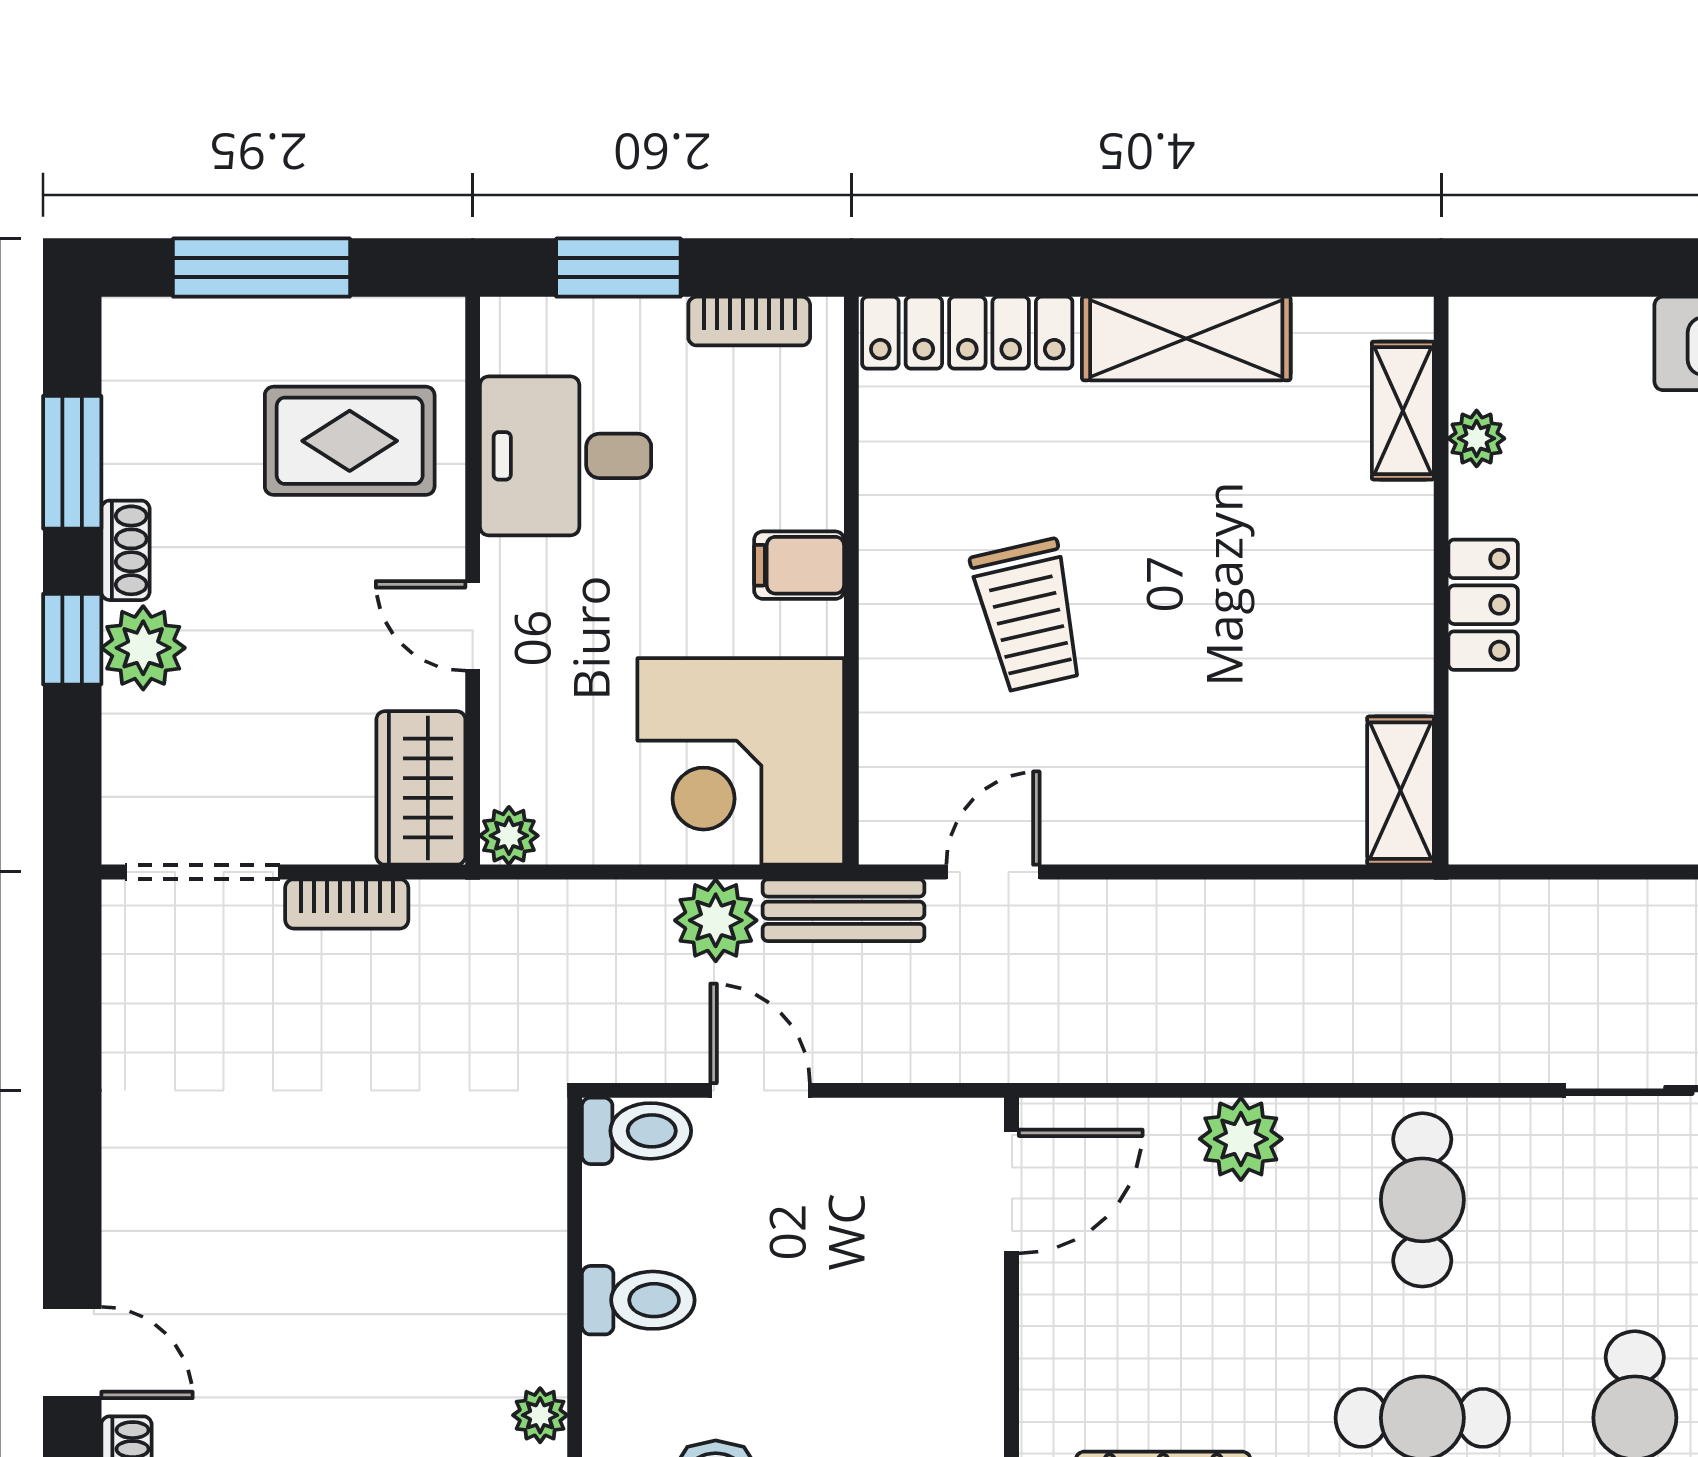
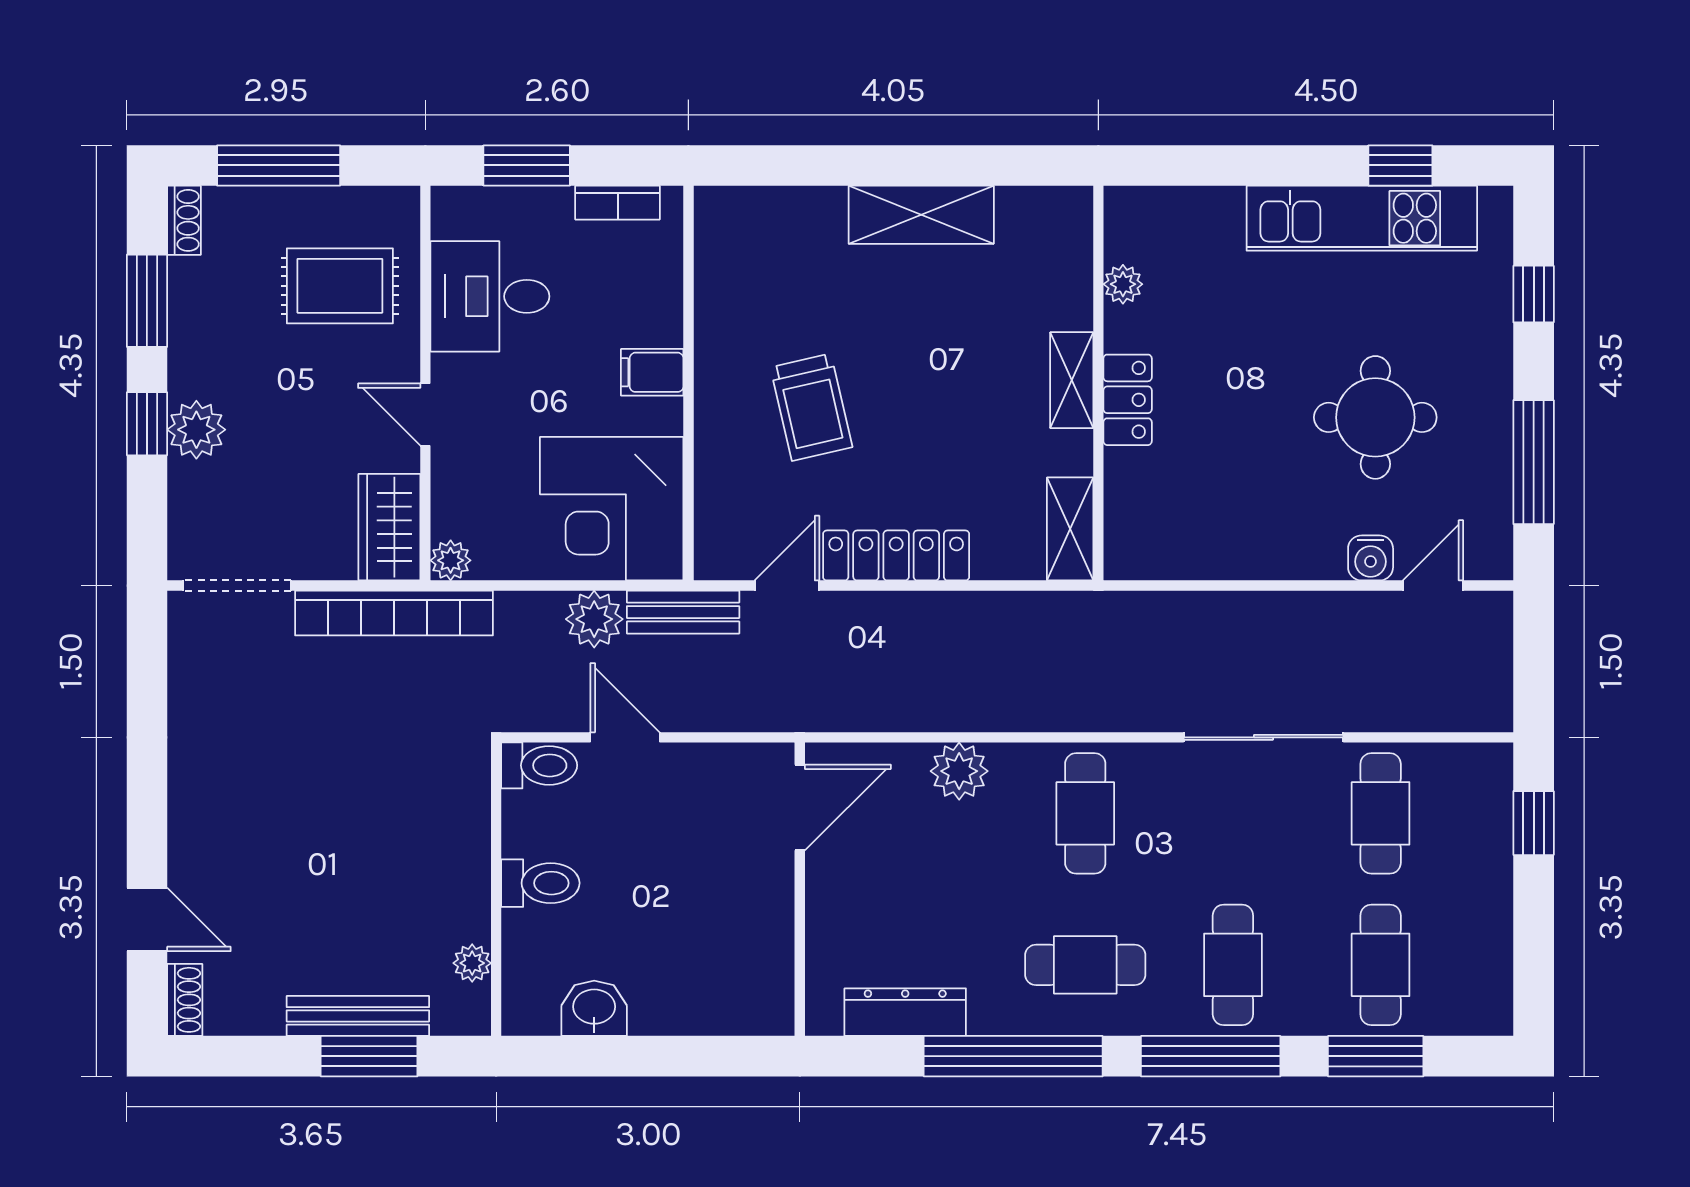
locker: (967, 333) -> (896, 555), moved, turned 180
shelving: (1403, 411) -> (1072, 380), moved
shoe rack: (125, 550) -> (184, 220), moved
bookcase: (347, 904) -> (394, 613), width x2.31, depth x1.31

